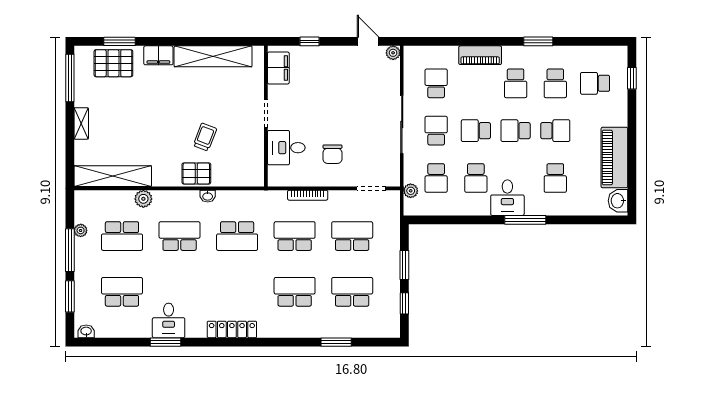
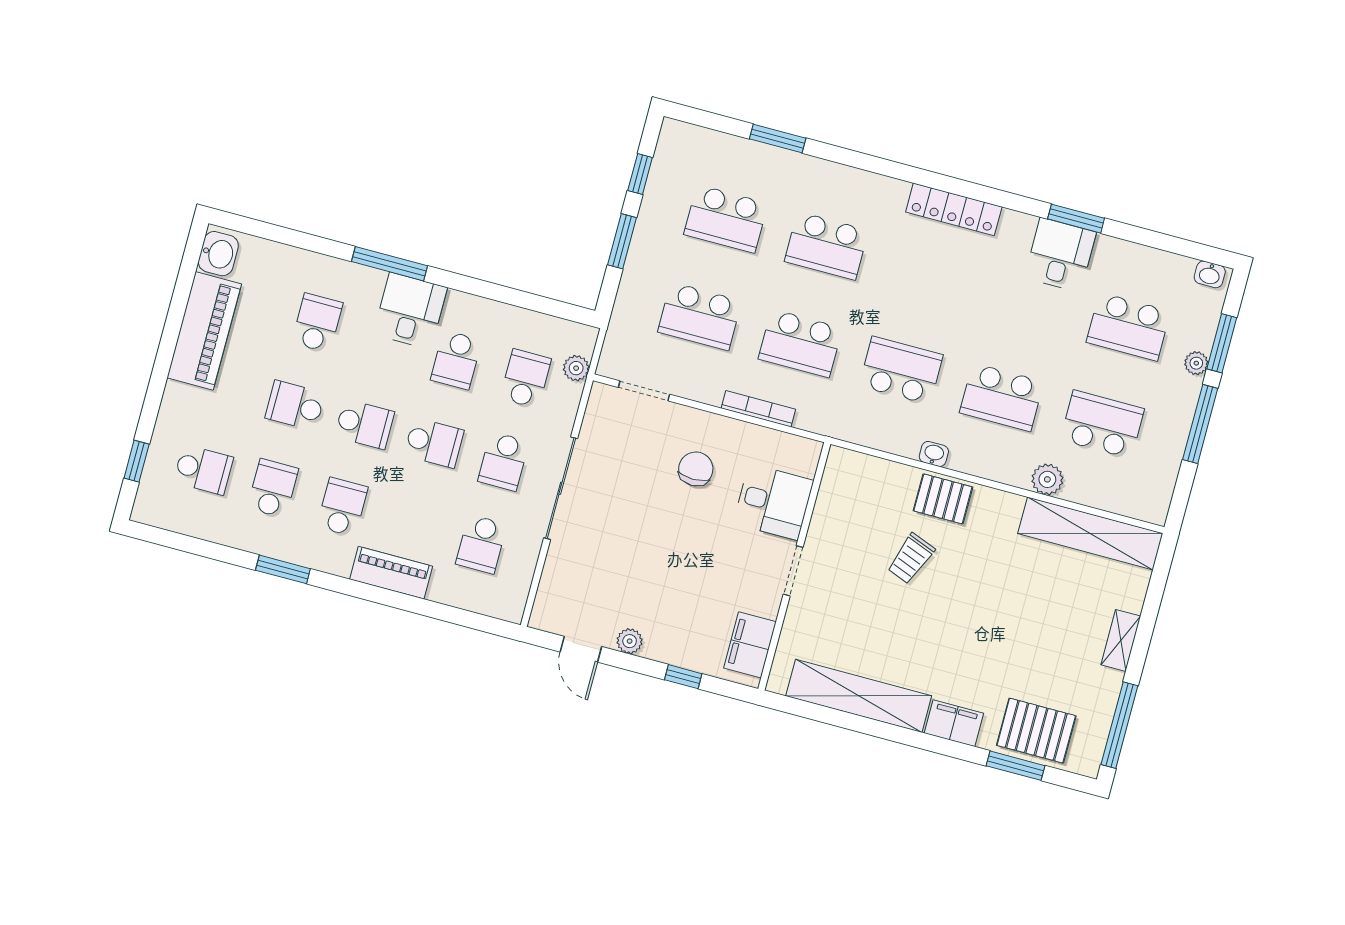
plant: (393, 53) -> (630, 641), moved
school desk: (476, 178) -> (456, 360), turned 180
plant: (81, 230) -> (1196, 363), moved

